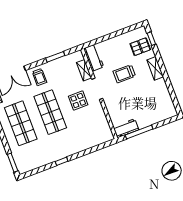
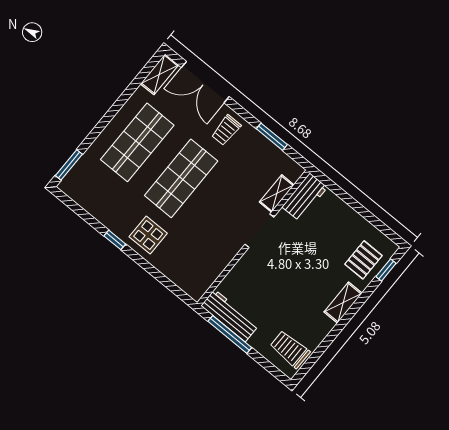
pallet: (140, 47) -> (363, 260), turned 90
trolley: (124, 74) -> (290, 349), moved
display table: (78, 101) -> (148, 235), moved
workbench: (126, 128) -> (230, 316), width x1.38

